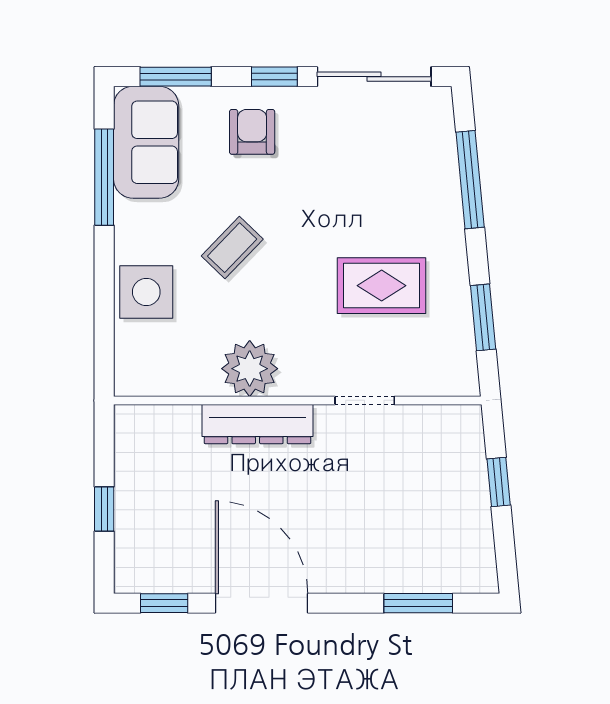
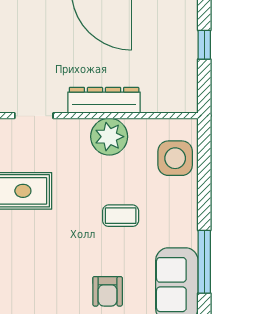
coffee table: (232, 248) -> (121, 216), turned 46
side table: (146, 292) -> (175, 158), moved

